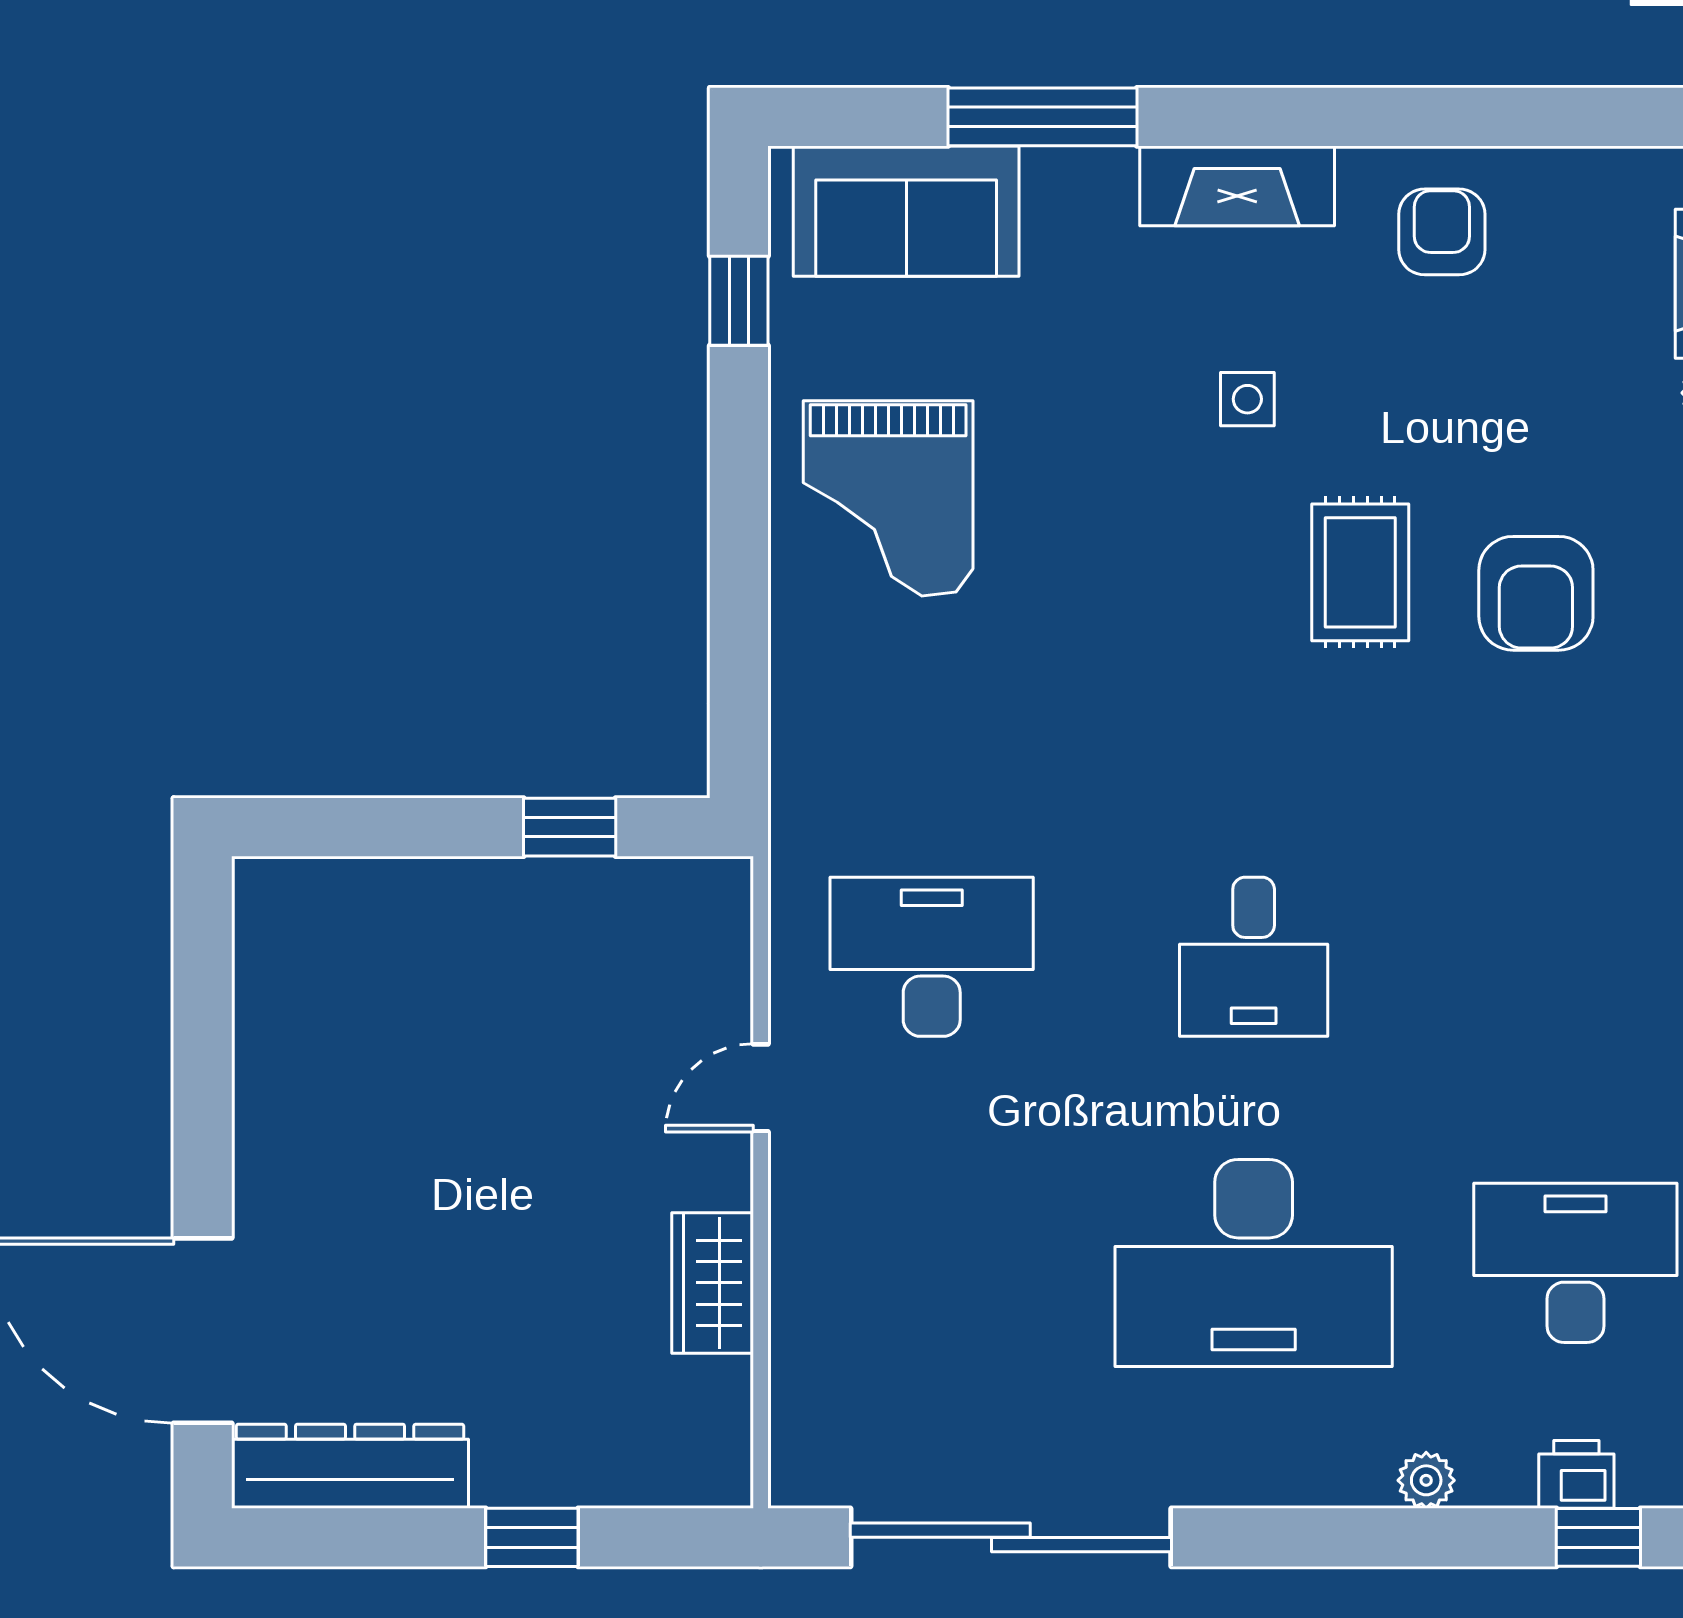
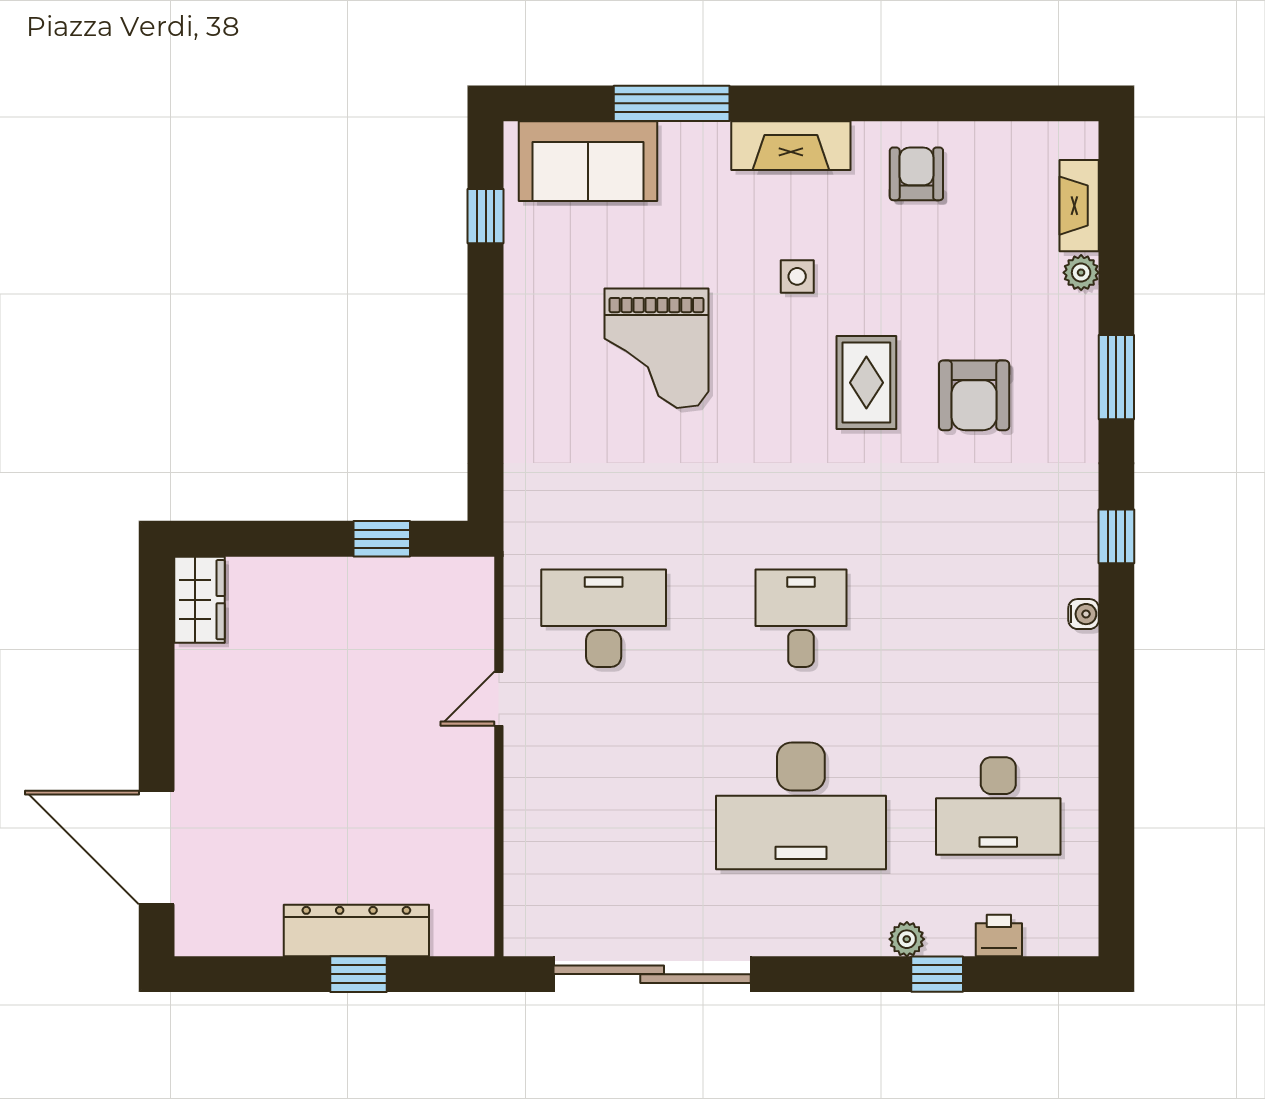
grand piano: (888, 498) -> (656, 348), moved
desk: (1254, 957) -> (801, 618), turned 180
desk: (1575, 1263) -> (998, 806), turned 180
wardrobe: (713, 1283) -> (199, 600), moved, turned 180
dresser: (350, 1466) -> (356, 931), moved
window: (1598, 1537) -> (937, 974), moved

